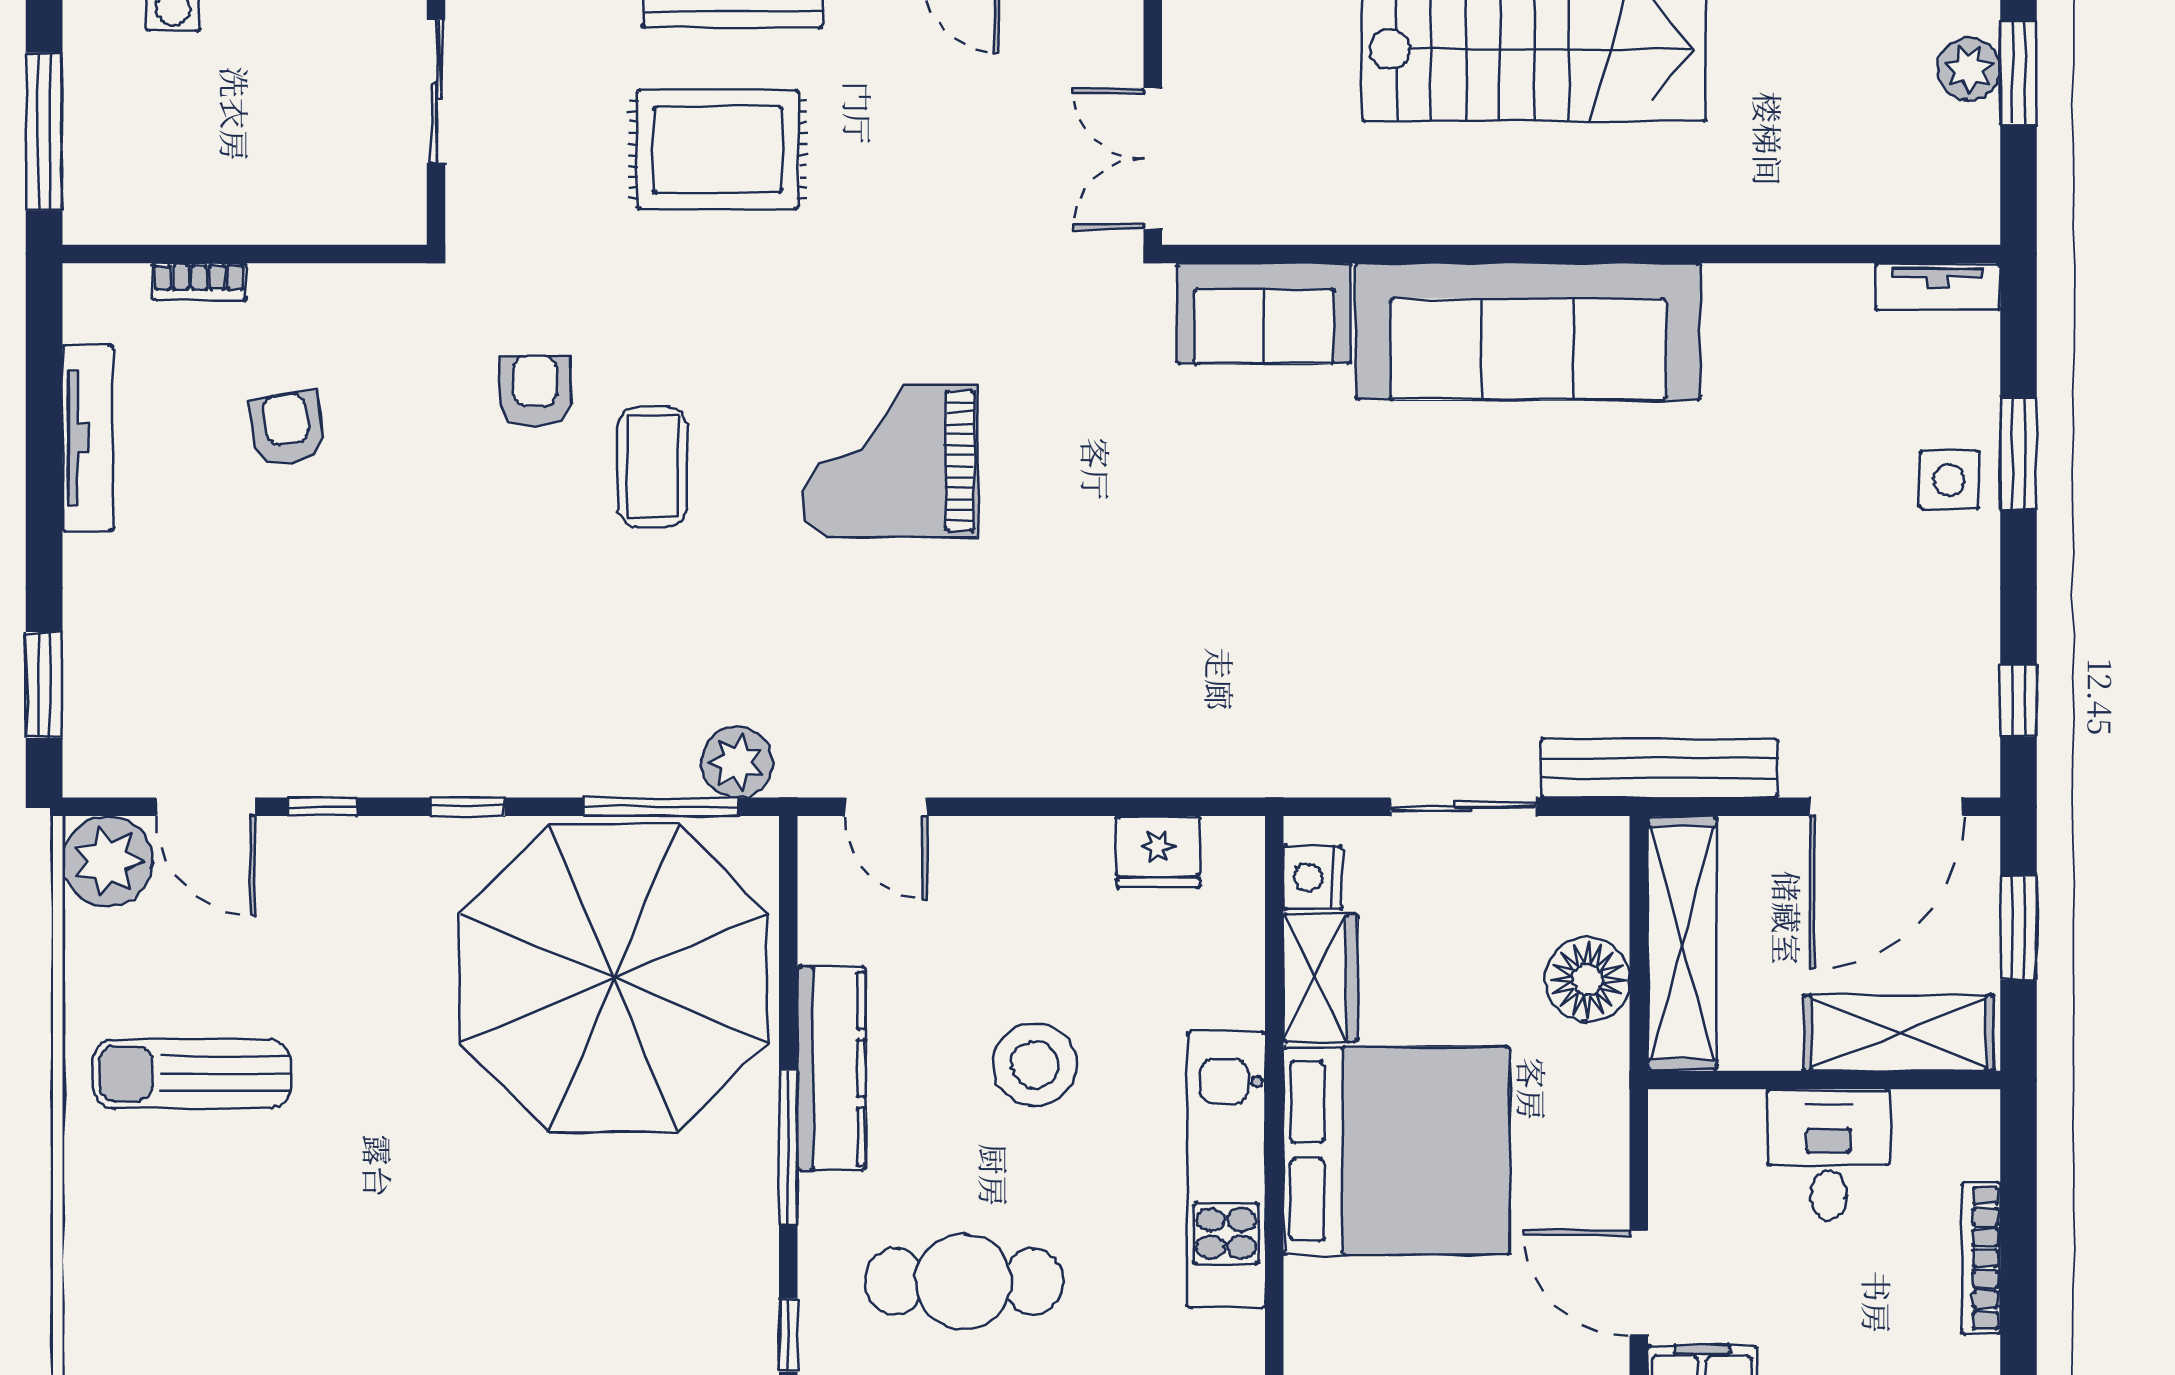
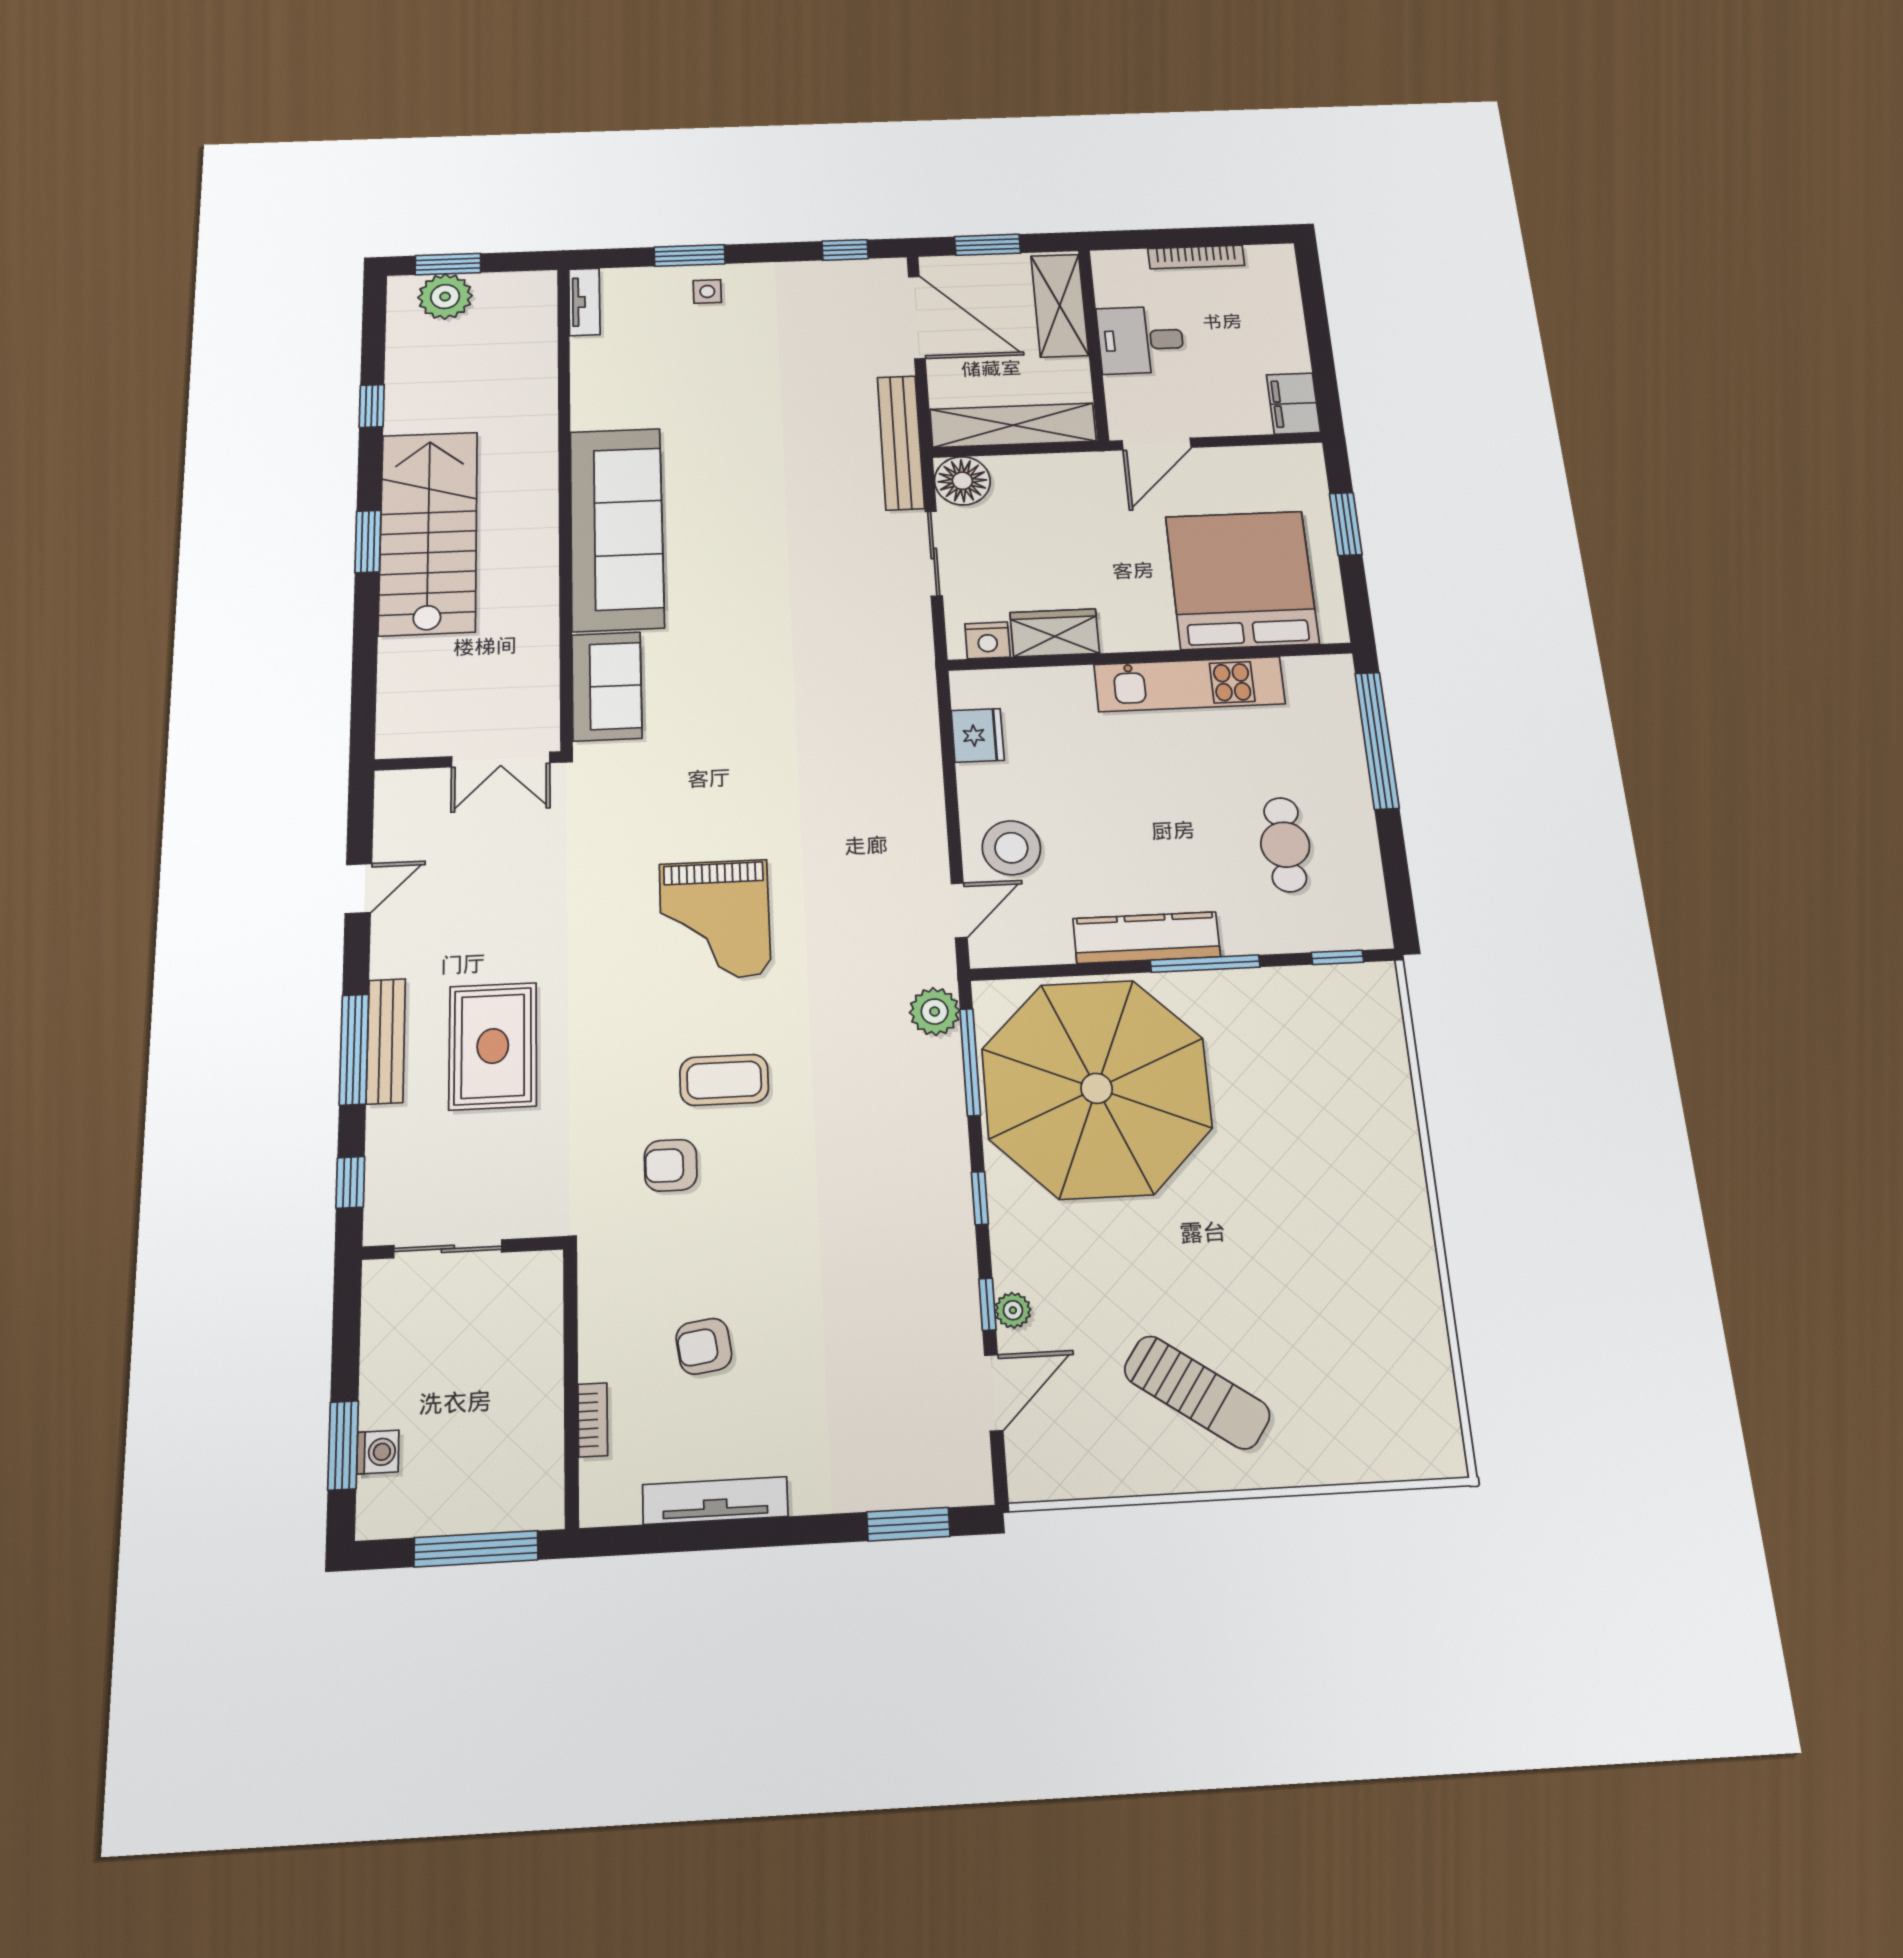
plant: (1969, 69) -> (445, 297), width x1.36, depth x1.36
side table: (1949, 480) -> (707, 291), width x0.73, depth x0.73
plant: (108, 861) -> (1013, 1310), moved, width x0.53, depth x0.53
floor lamp: (1587, 980) -> (962, 481), moved
stool: (1034, 1065) -> (1011, 848), moved
sun lounger: (192, 1074) -> (1197, 1392), turned -55
bed: (1396, 1151) -> (1242, 580), moved
cafe table: (964, 1281) -> (1285, 845), width x0.73, depth x0.74
door: (1639, 1283) -> (1157, 444), moved

